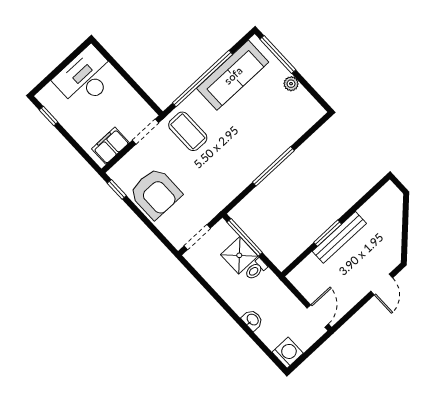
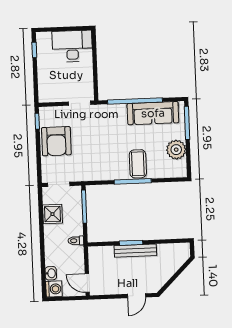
plant: (291, 84) -> (176, 150), width x1.88, depth x1.88
coffee table: (188, 131) -> (138, 164), moved
filing cabinet: (110, 146) -> (54, 95), removed
shower: (239, 255) -> (52, 214), moved
toilet: (256, 269) -> (76, 241), moved
door: (318, 316) -> (87, 283), swing flipped
washbasin: (252, 320) -> (51, 273), moved

